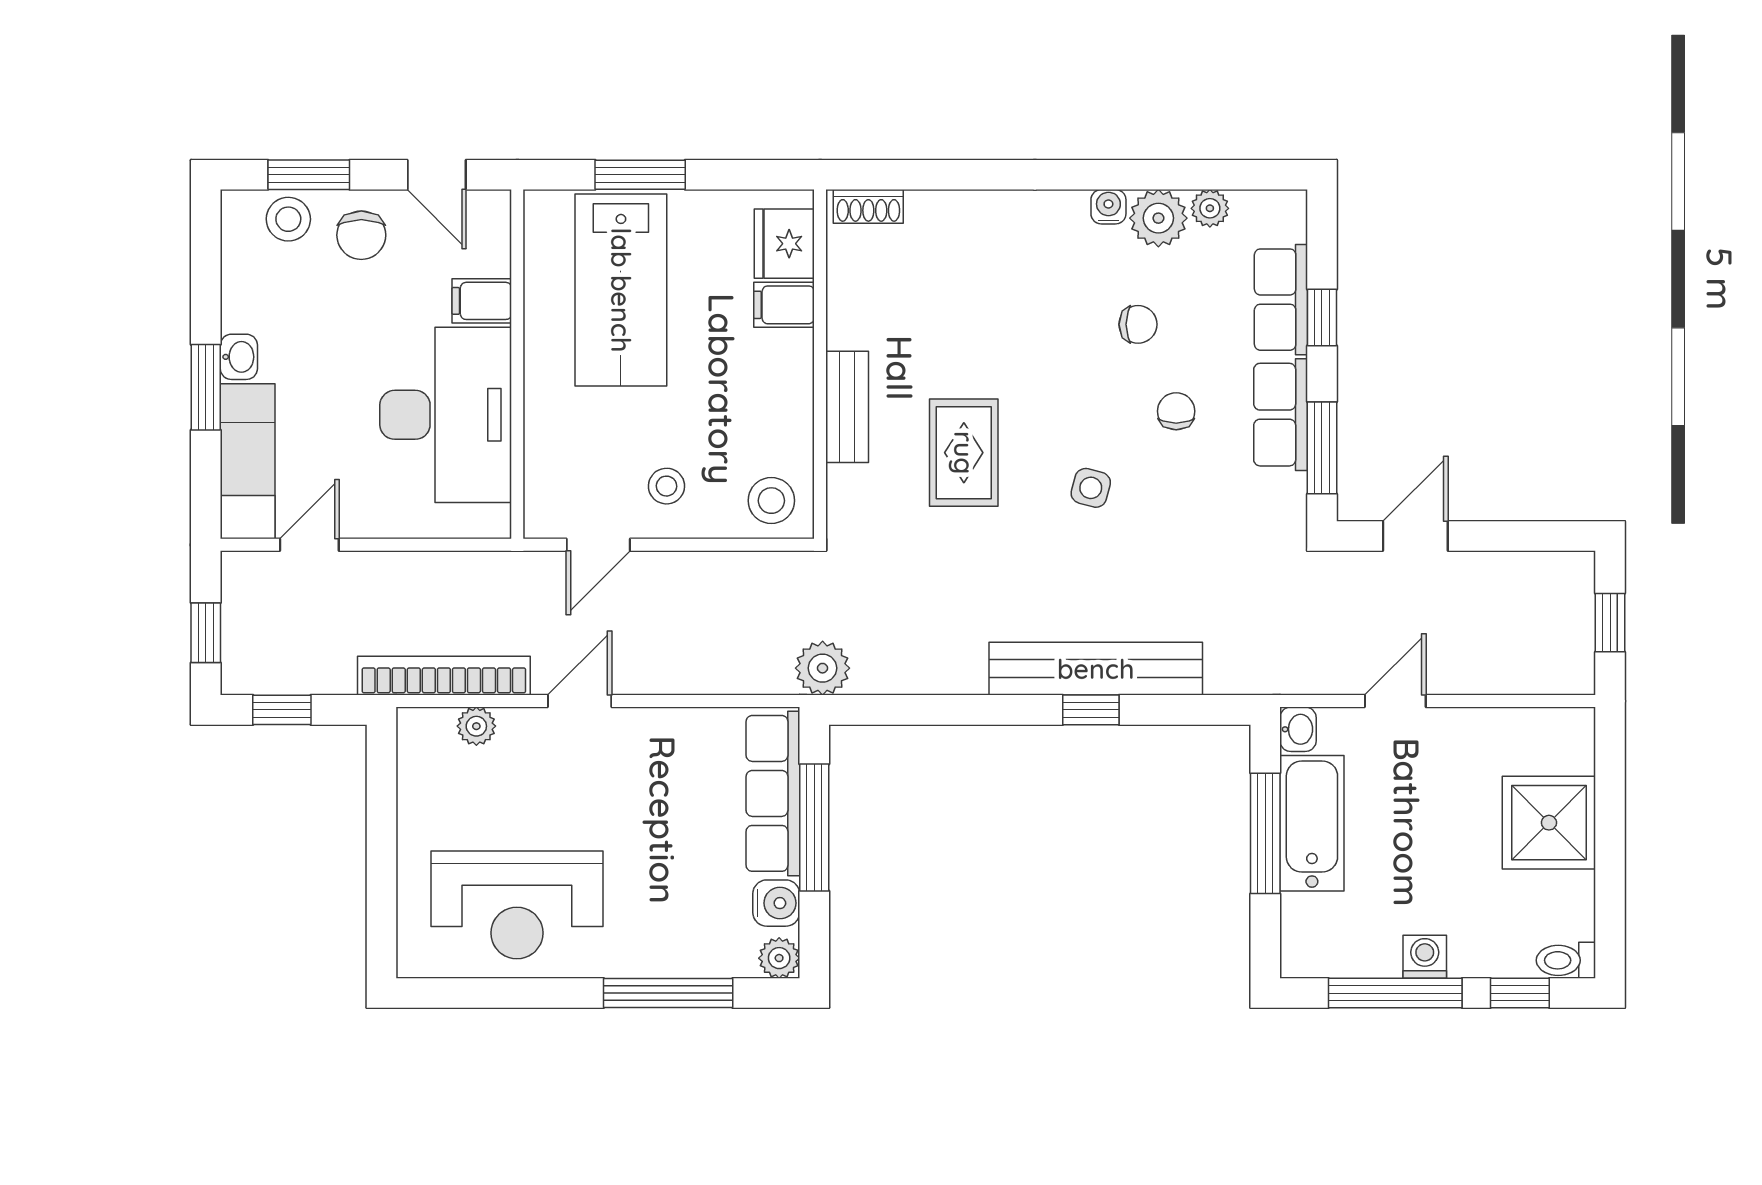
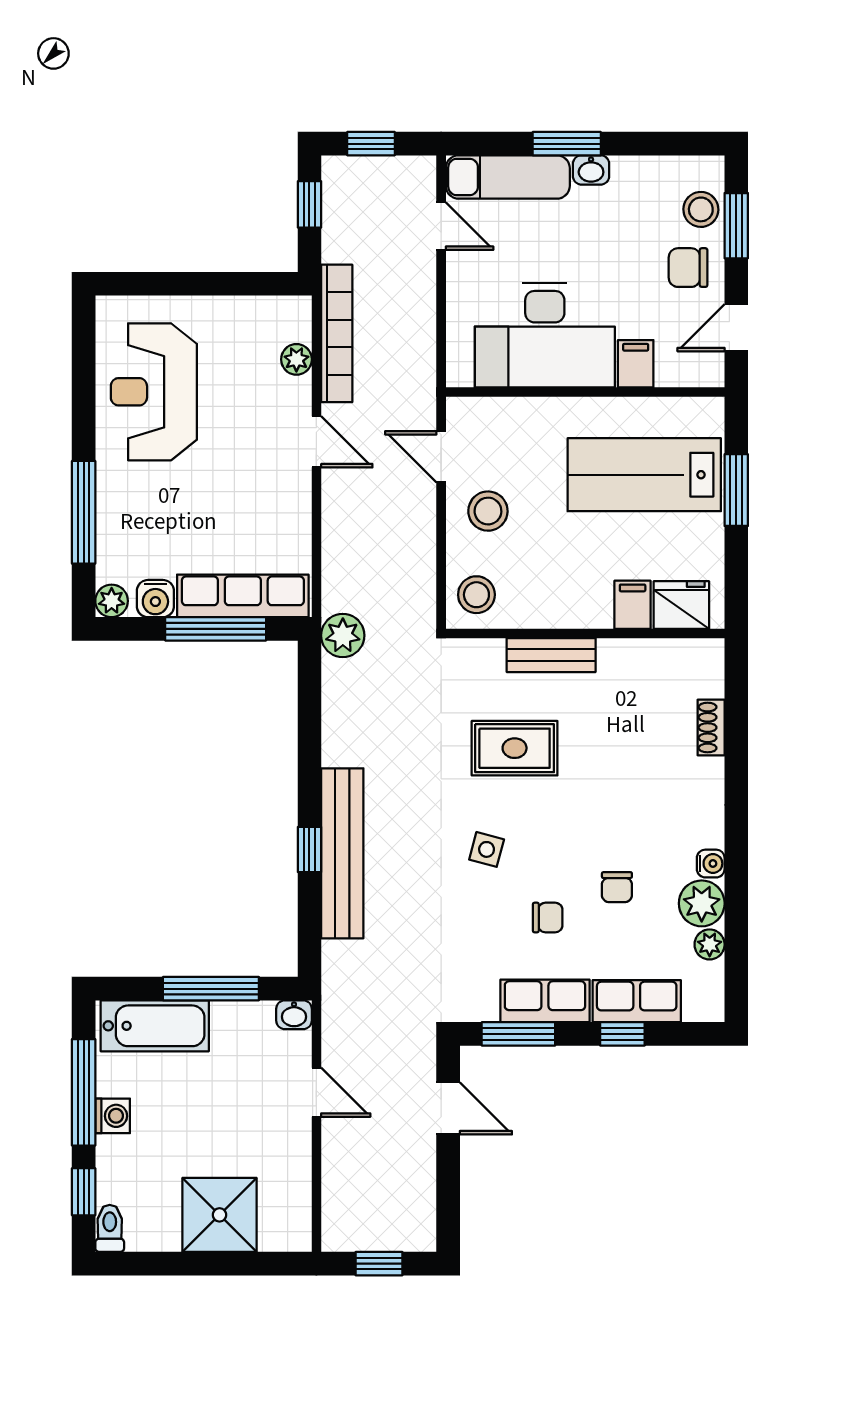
shoe rack: (868, 206) -> (711, 728), moved
stool: (666, 486) -> (488, 511), width x1.37, depth x1.37
bathtub: (1312, 823) -> (155, 1026), moved

